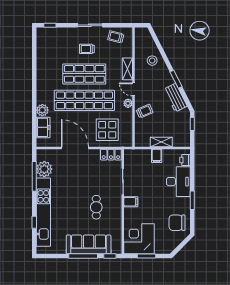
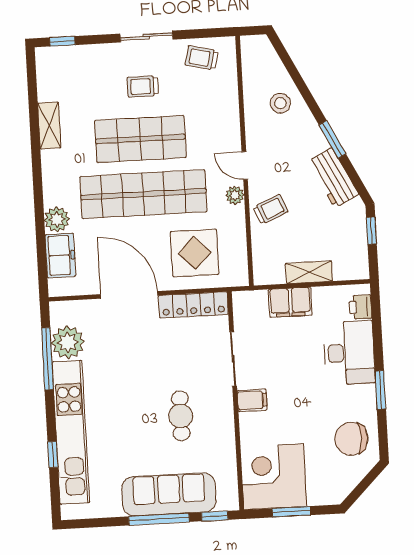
shelving: (127, 69) -> (49, 125), moved
locker: (111, 155) -> (193, 305), width x1.53
filing cabinet: (157, 156) -> (290, 302), width x2.00

